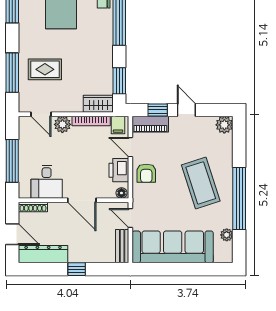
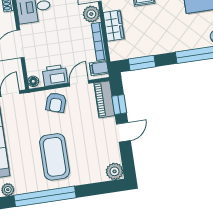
wardrobe: (98, 104) -> (114, 26), moved
armchair: (146, 173) -> (56, 103), turned -72
coffee table: (201, 183) -> (55, 157), turned -72

